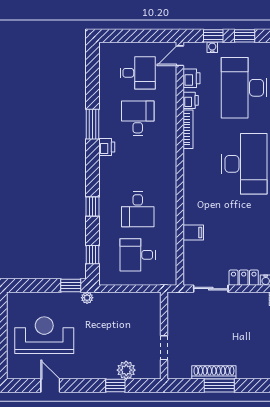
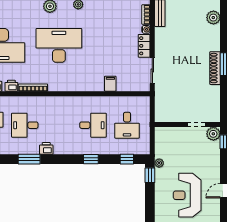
wall: (164, 336) -> (187, 125), moved
doorway: (164, 348) -> (197, 125), moved

